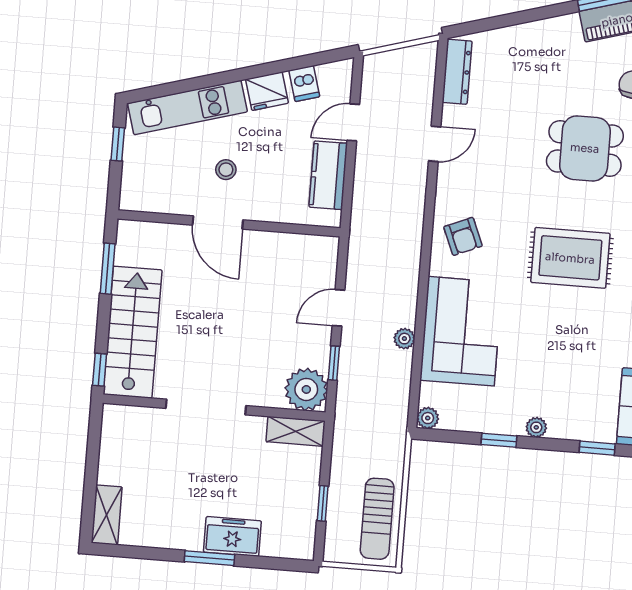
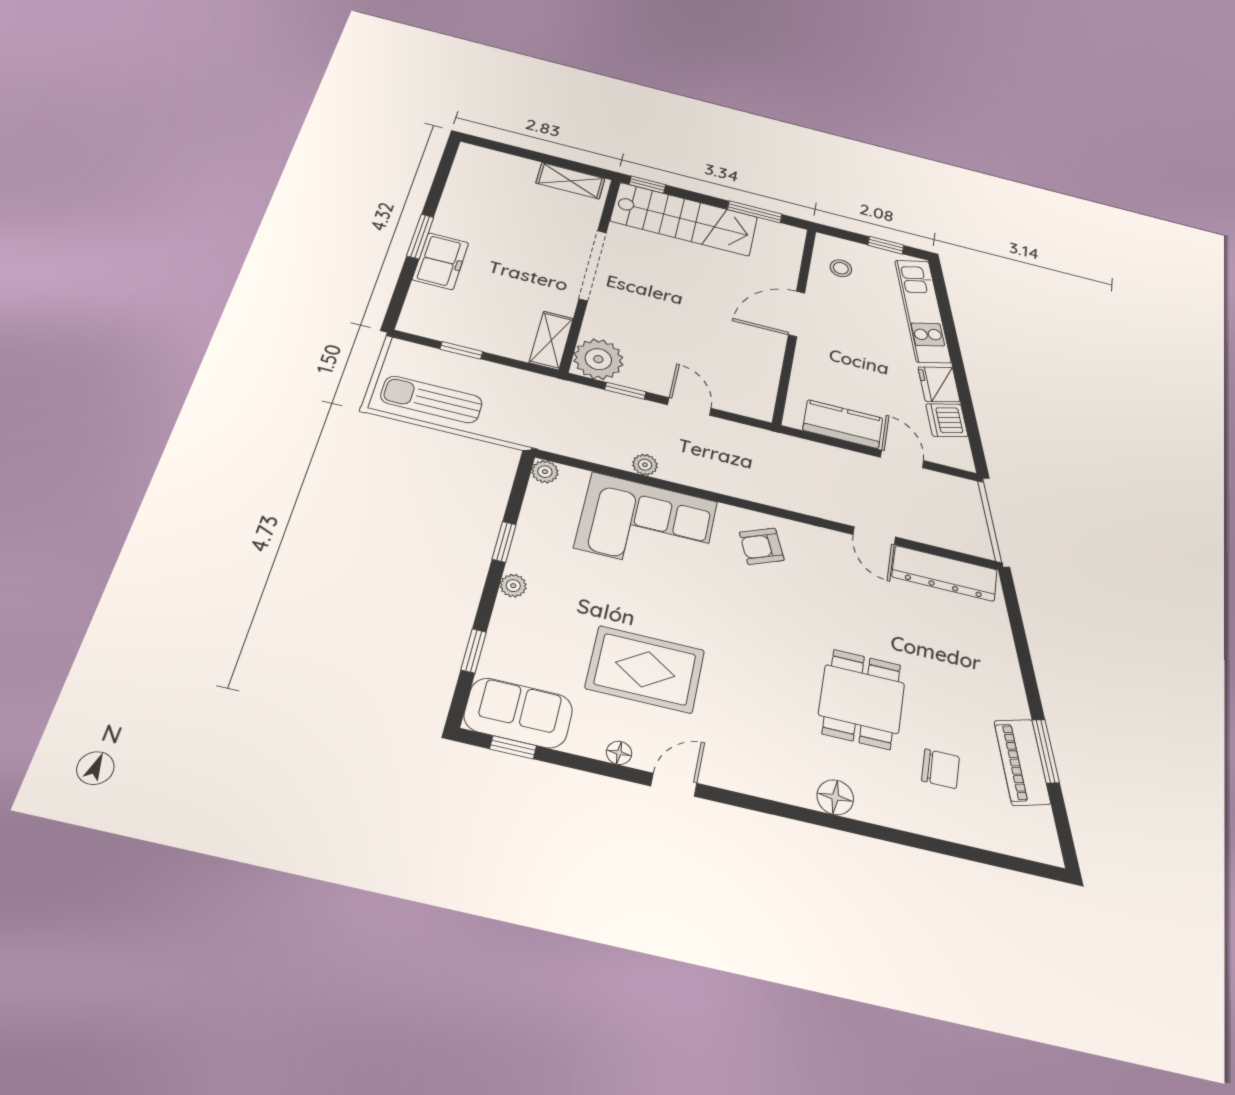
dresser: (457, 72) -> (945, 573), width x1.37, depth x1.24
dishwasher: (304, 84) -> (947, 420), width x1.38
stool: (226, 170) -> (841, 268), moved
rug: (570, 258) -> (645, 669), moved, turned 90
shelving: (107, 515) -> (570, 181), moved

